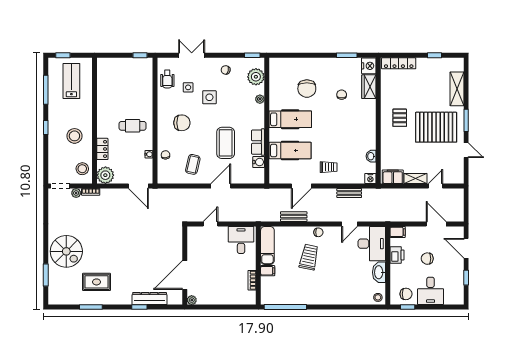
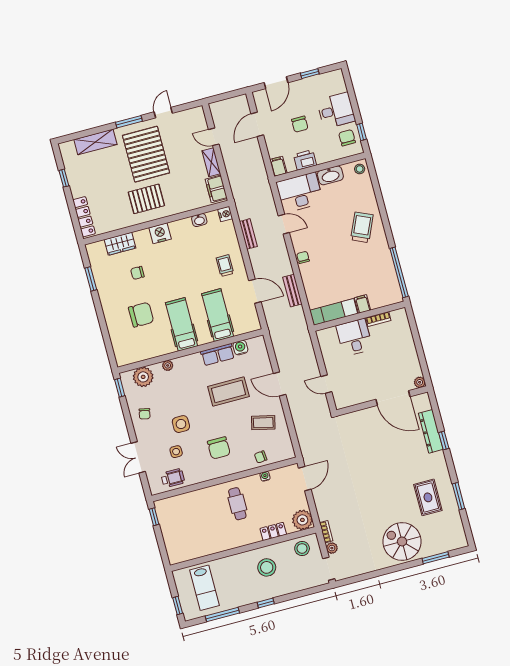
nightstand: (369, 66) -> (160, 233), moved
lab bench: (71, 81) -> (204, 588), turned -90
pallet: (400, 118) -> (146, 199), width x1.50, depth x1.42
chair: (182, 123) -> (219, 448), turned 180
desk: (241, 240) -> (354, 337), moved, turned 90
spiral stairs: (66, 251) -> (402, 541), turned -90
trolley: (309, 257) -> (362, 227), moved, turned 102

